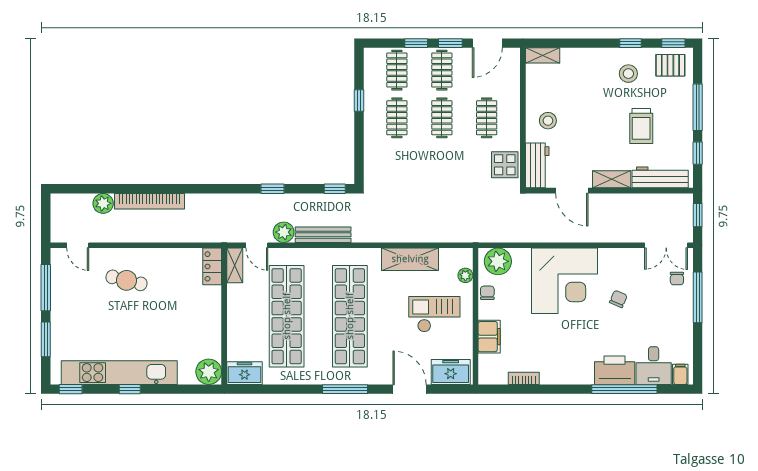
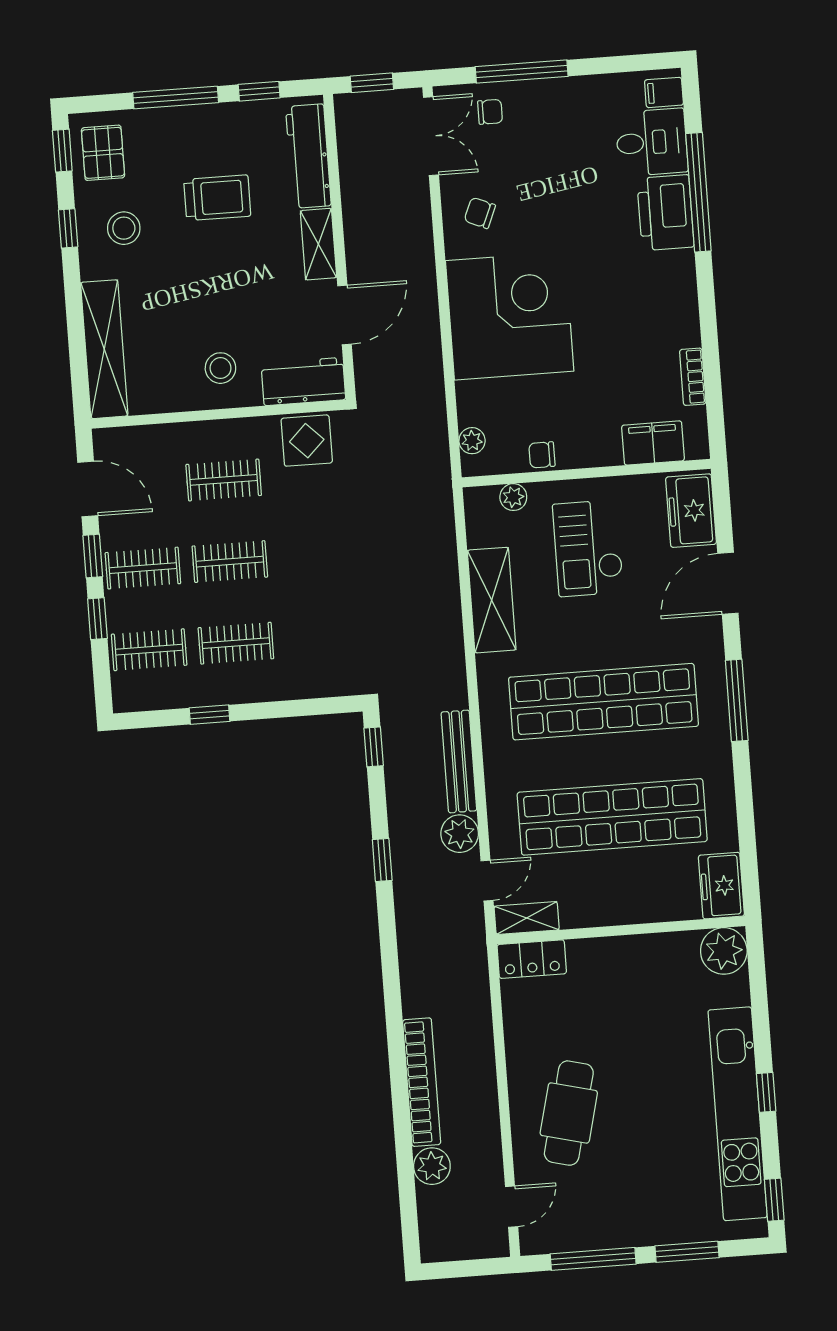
shelving: (543, 55) -> (104, 349), width x2.20, depth x1.33
plant: (498, 261) -> (472, 441), width x0.53, depth x0.53
cafe table: (127, 280) -> (569, 1113), width x1.37, depth x1.35
chair: (618, 299) -> (480, 213), moved
filing cabinet: (489, 337) -> (653, 443), moved

